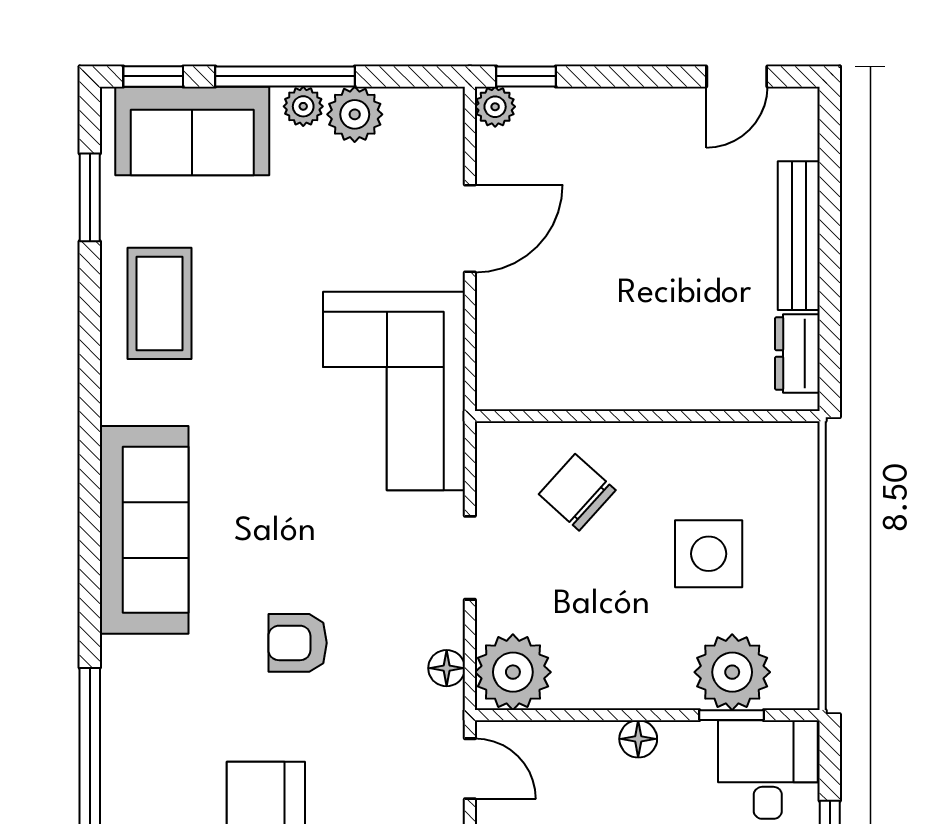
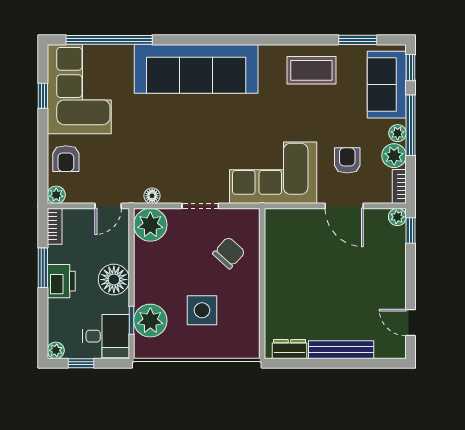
bookcase: (426, 102) -> (399, 187), added
sofa: (144, 530) -> (196, 69), width x1.36, depth x1.27
armchair: (298, 643) -> (347, 160), moved
floor lamp: (638, 739) -> (114, 280), width x1.89, depth x1.89

